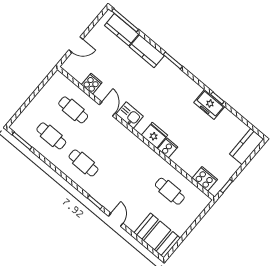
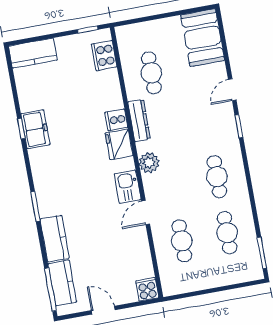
door: (76, 45) -> (103, 310), moved
cooker: (92, 84) -> (147, 289), moved, turned 90
plant: (129, 139) -> (149, 163), added
dresser: (154, 158) -> (139, 121), added

